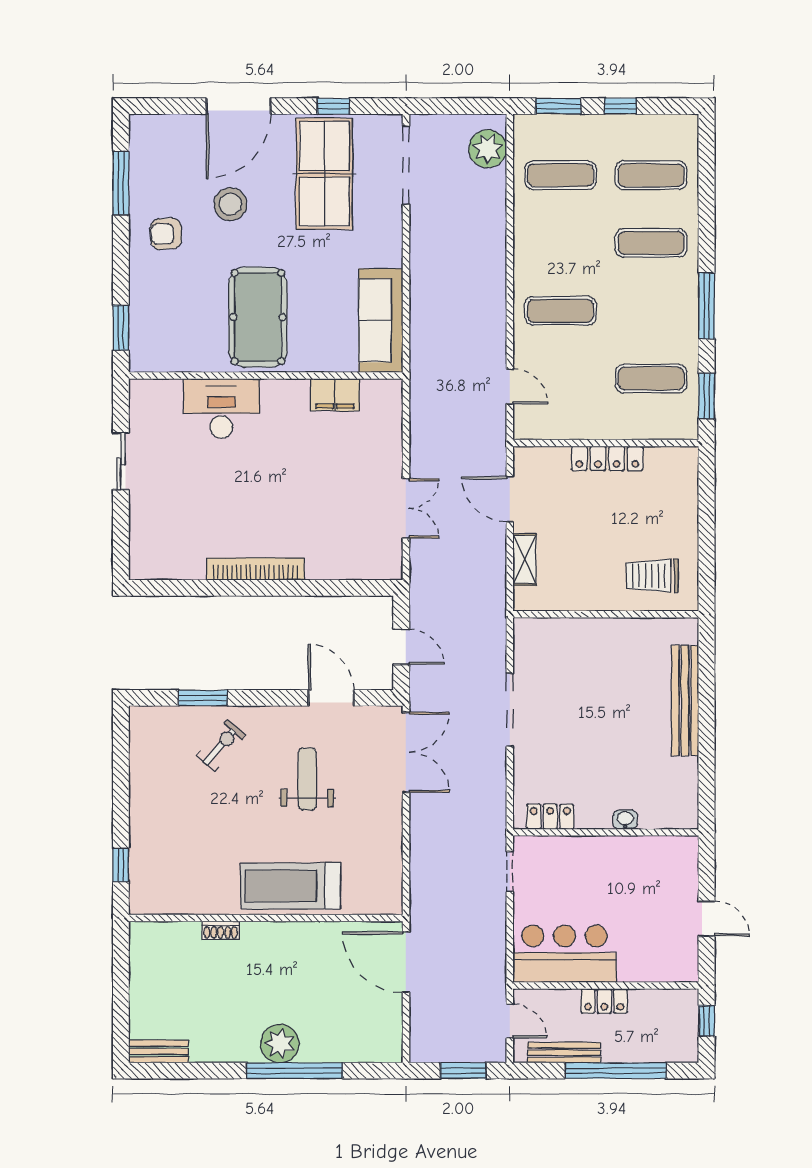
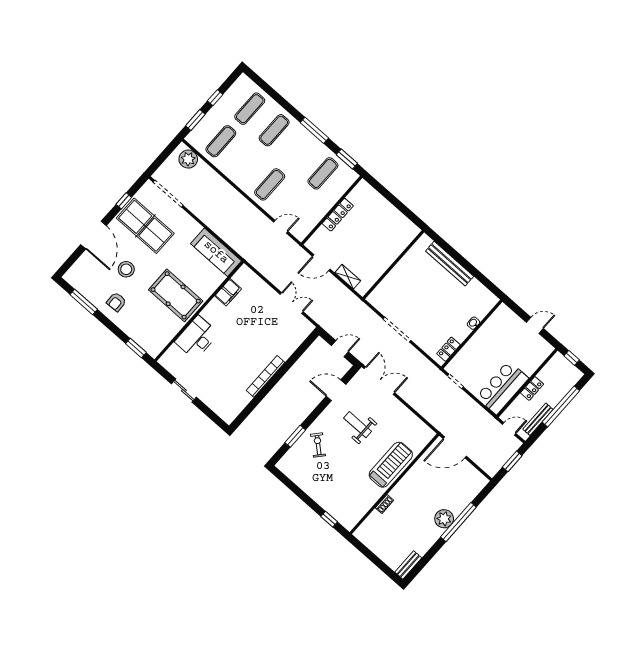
trolley: (652, 576) -> (394, 236), removed
treadmill: (291, 886) -> (391, 465), turned 180

